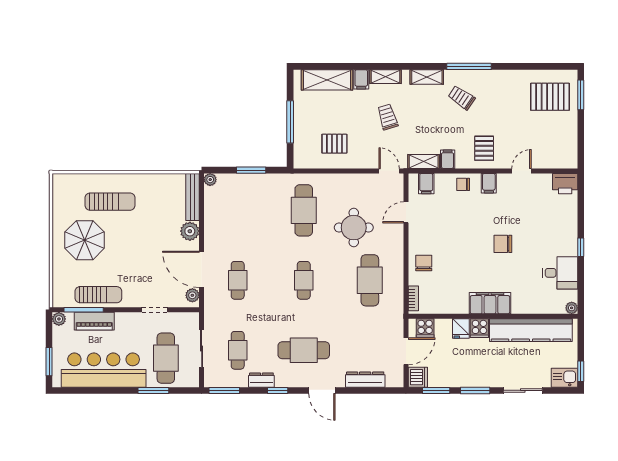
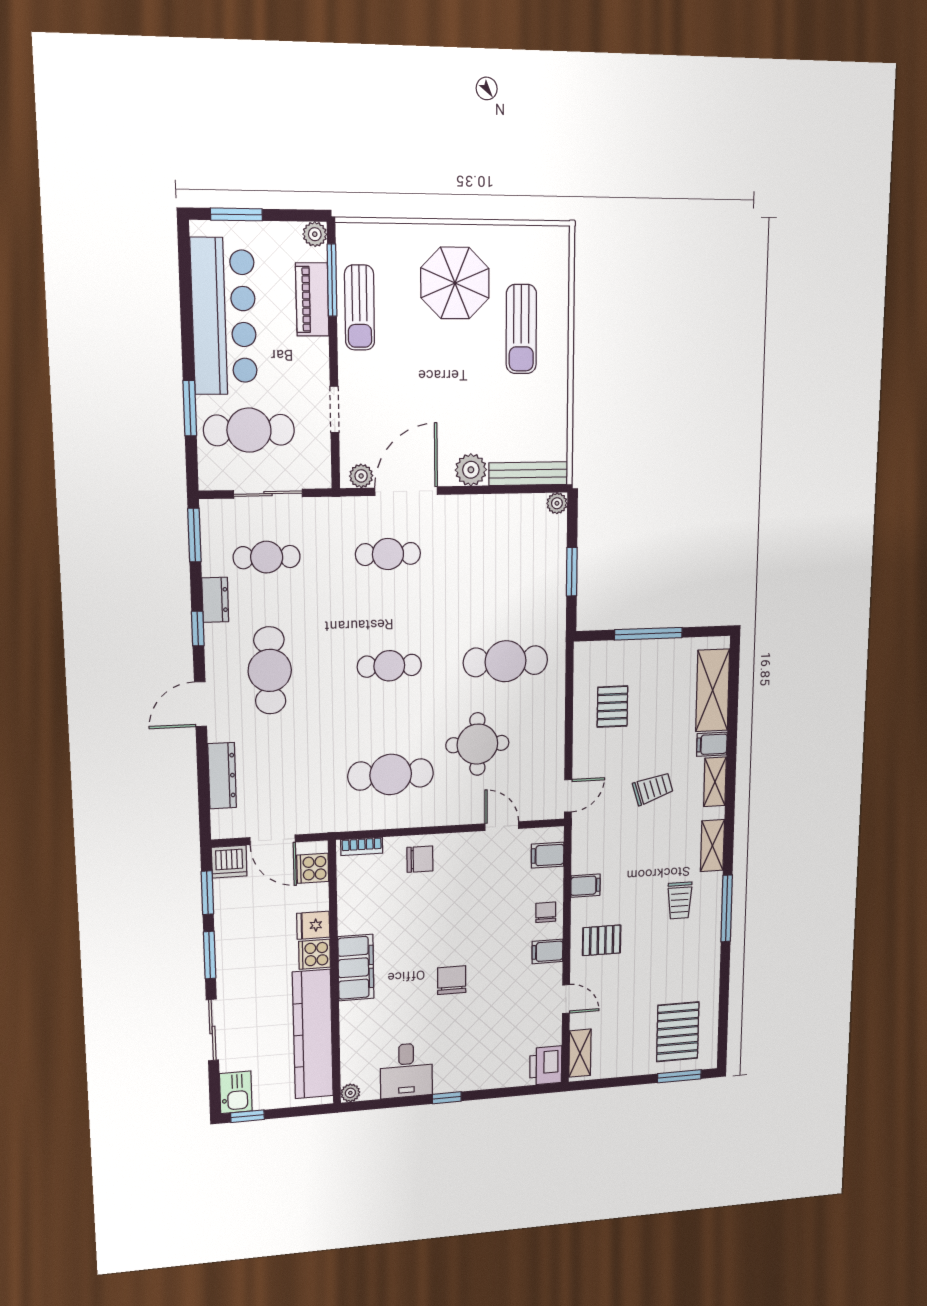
trolley: (462, 98) -> (680, 900), turned 146
shelving: (424, 161) -> (580, 1053), moved

